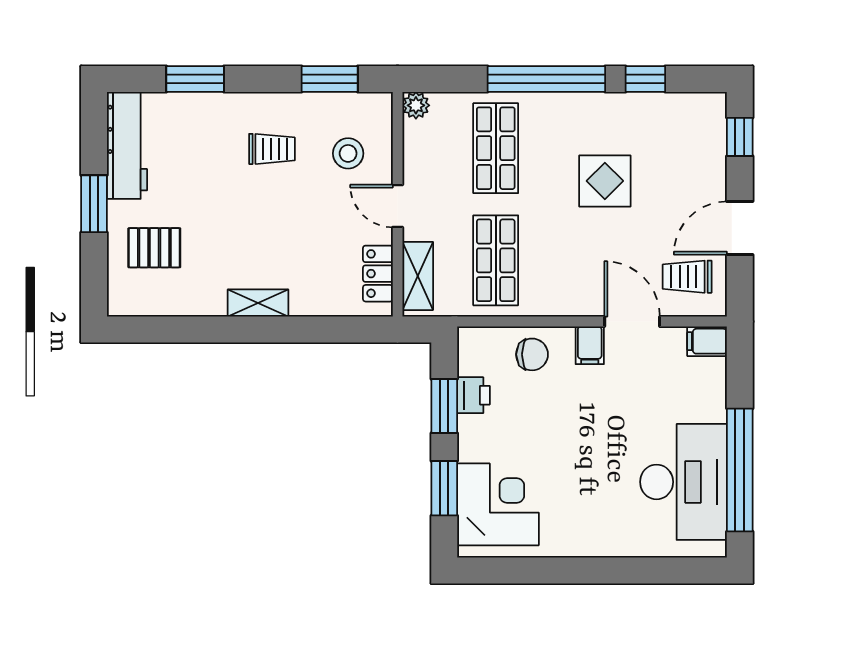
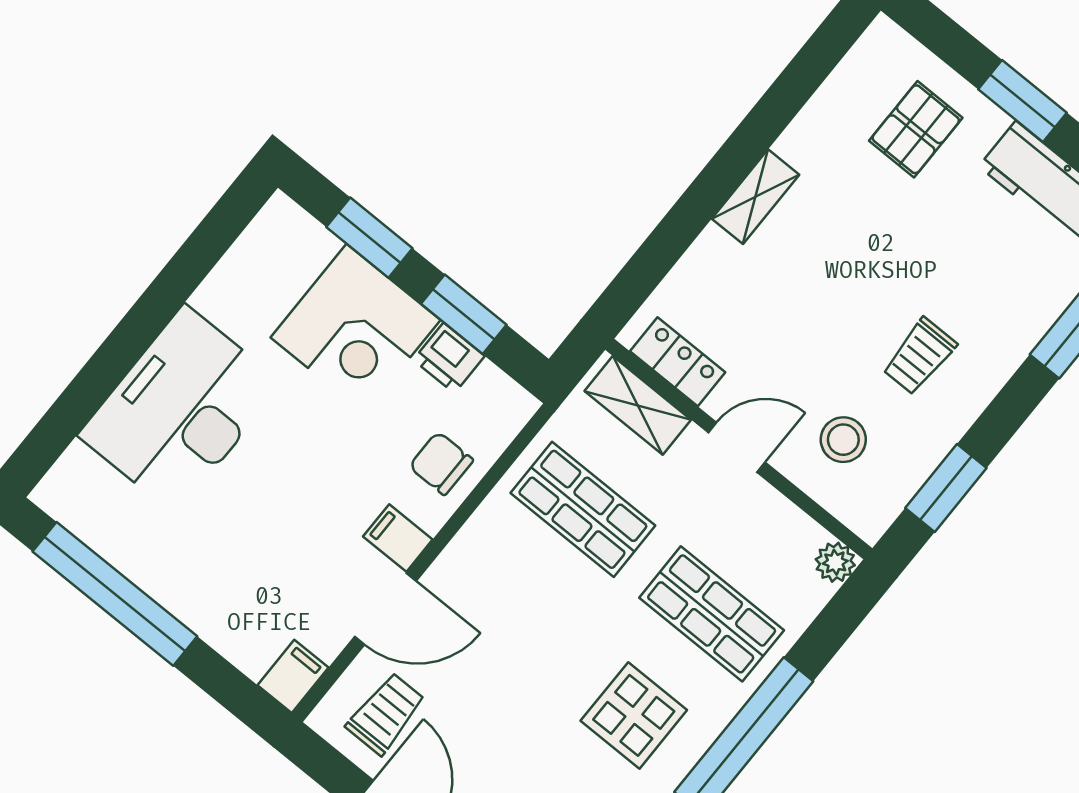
display table: (605, 181) -> (634, 715), moved
chair: (532, 354) -> (441, 463), turned 90
desk: (684, 482) -> (180, 410), moved, turned 90
corner desk: (498, 504) -> (355, 329), moved

